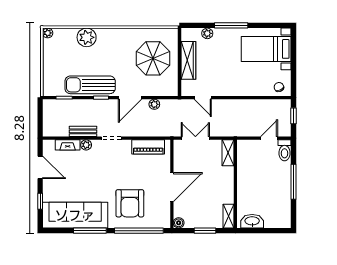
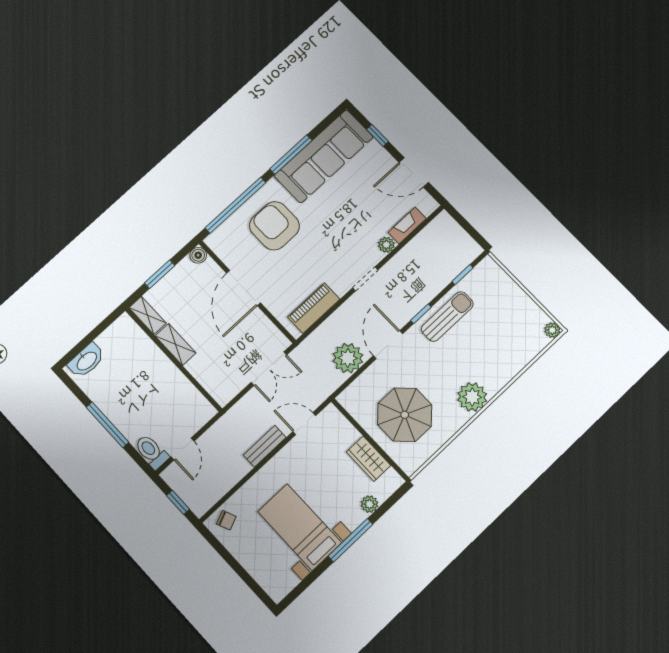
plant: (87, 37) -> (472, 397), moved
bed with nightstands: (266, 49) -> (300, 527), moved, turned -90
wardrobe: (188, 60) -> (369, 459), width x0.67
sun lounger: (90, 85) -> (447, 317), width x0.73, depth x0.75
plant: (154, 104) -> (348, 358), width x1.88, depth x1.88
bench: (83, 131) -> (265, 446), moved
shelving: (228, 153) -> (176, 344), moved
washbasin: (252, 221) -> (86, 361), moved

